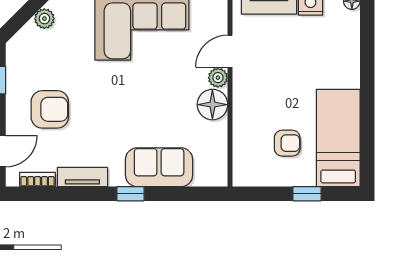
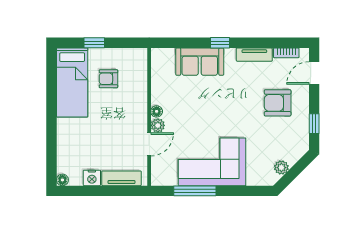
floor lamp: (212, 105) -> (157, 111), width x0.53, depth x0.53

